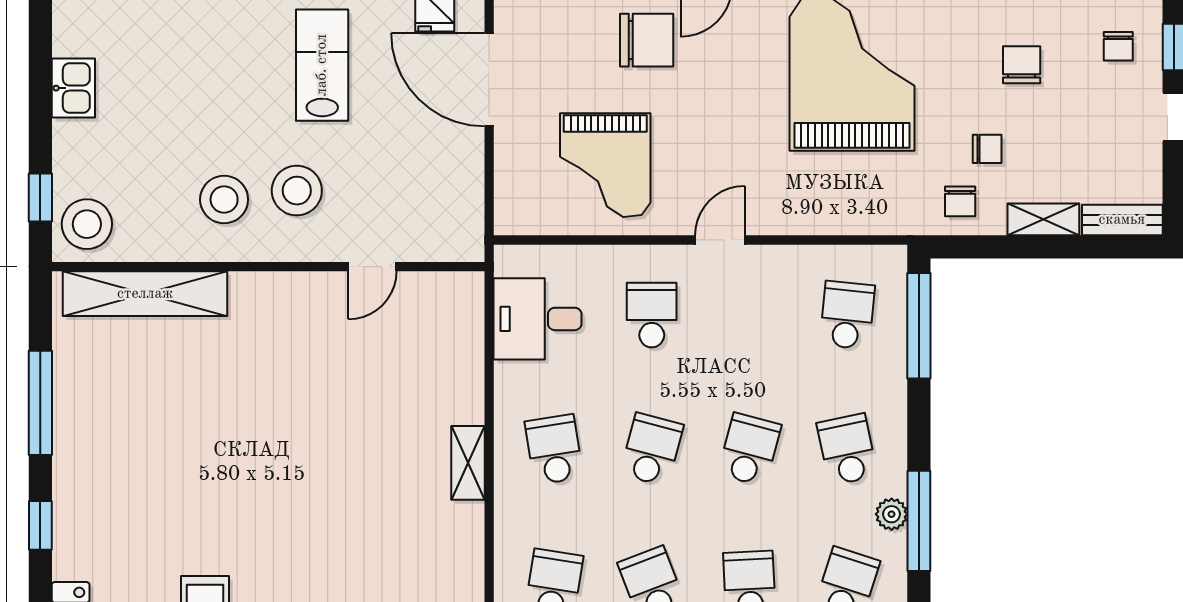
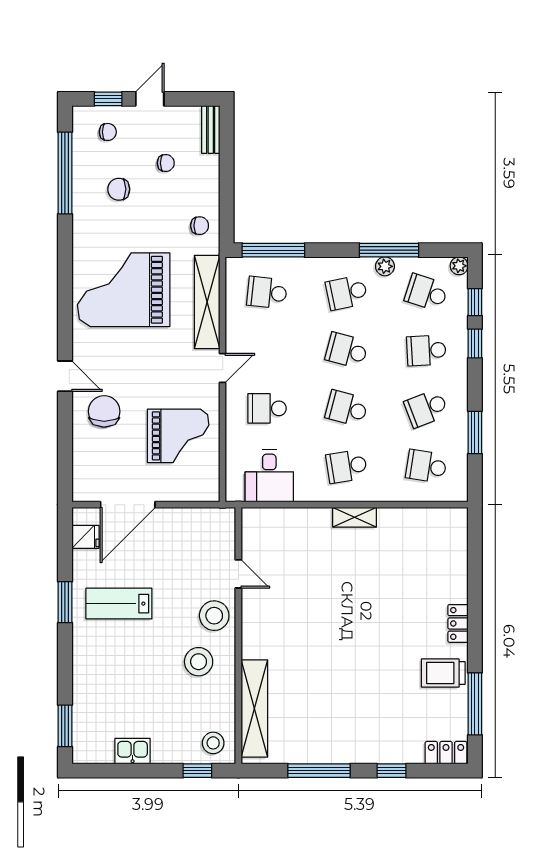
chair: (987, 149) -> (166, 163), moved, turned 90
stool: (297, 191) -> (214, 616), moved
shelving: (1043, 219) -> (207, 302), moved, width x2.20, depth x1.33
stool: (87, 224) -> (213, 743), width x0.73, depth x0.73
door: (720, 240) -> (223, 368), swing flipped

